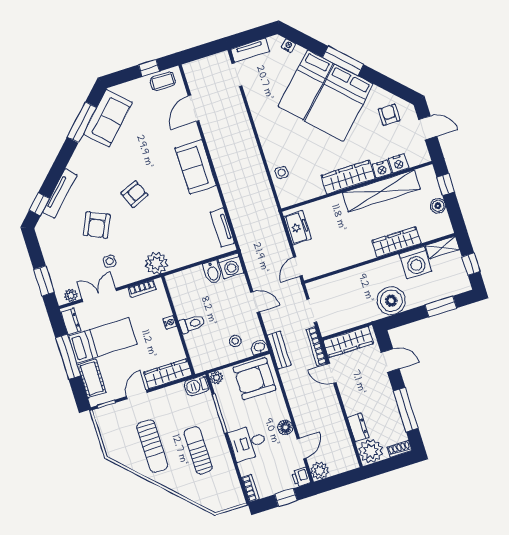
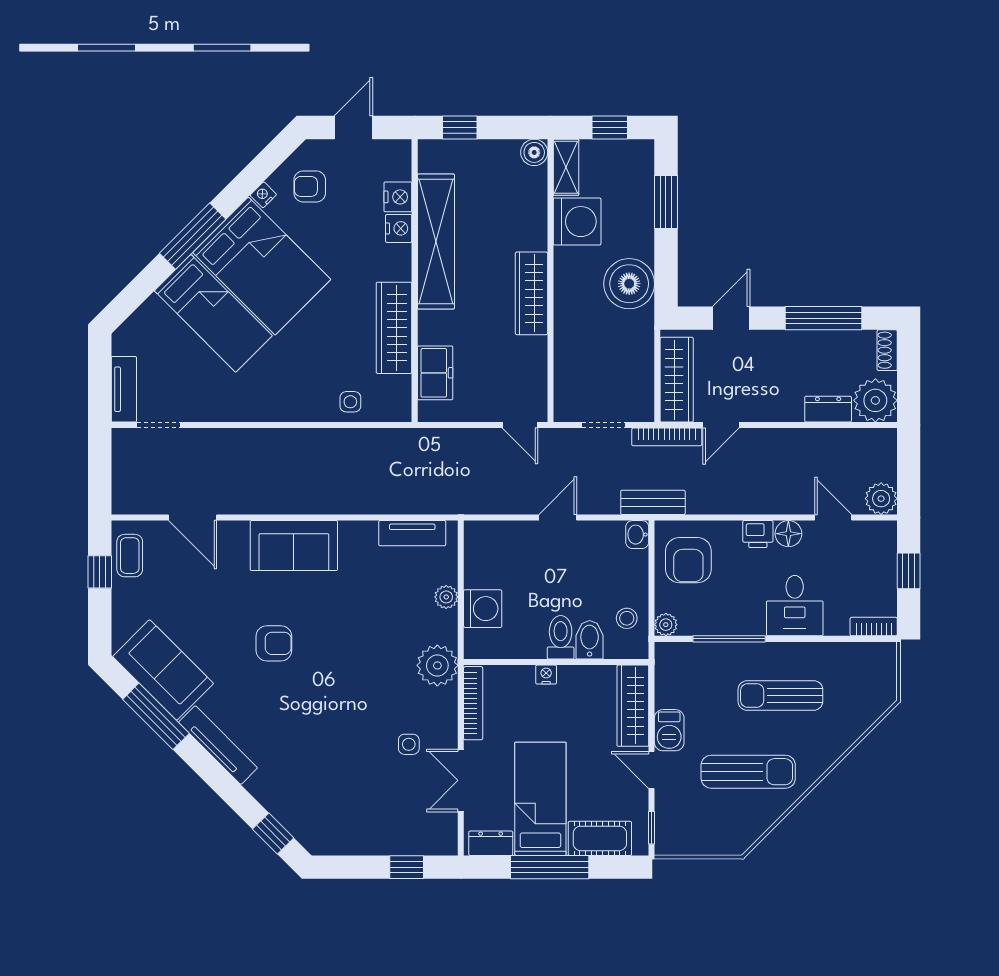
nightstand: (288, 46) -> (263, 195), moved
wardrobe: (348, 177) -> (394, 328), moved
tv unit: (60, 193) -> (218, 745), moved
armchair: (134, 194) -> (274, 643), moved, turned 113
boiler: (438, 206) -> (534, 152), moved
armchair: (97, 225) -> (340, 747), removed
freezer: (297, 228) -> (435, 373), moved, turned 90
wardrobe: (396, 242) -> (532, 293), moved
washing machine: (231, 266) -> (483, 609), moved
bidet: (213, 272) -> (590, 640), moved, turned -90
window: (44, 281) -> (407, 867), width x0.67
bookcase: (142, 288) -> (473, 703), width x1.56
plant: (71, 295) -> (446, 597), moved
stool: (235, 341) -> (627, 618), moved
armchair: (254, 379) -> (688, 560), width x0.73, depth x0.73
barbecue: (197, 386) -> (669, 730), moved
printer: (301, 477) -> (758, 534), moved

